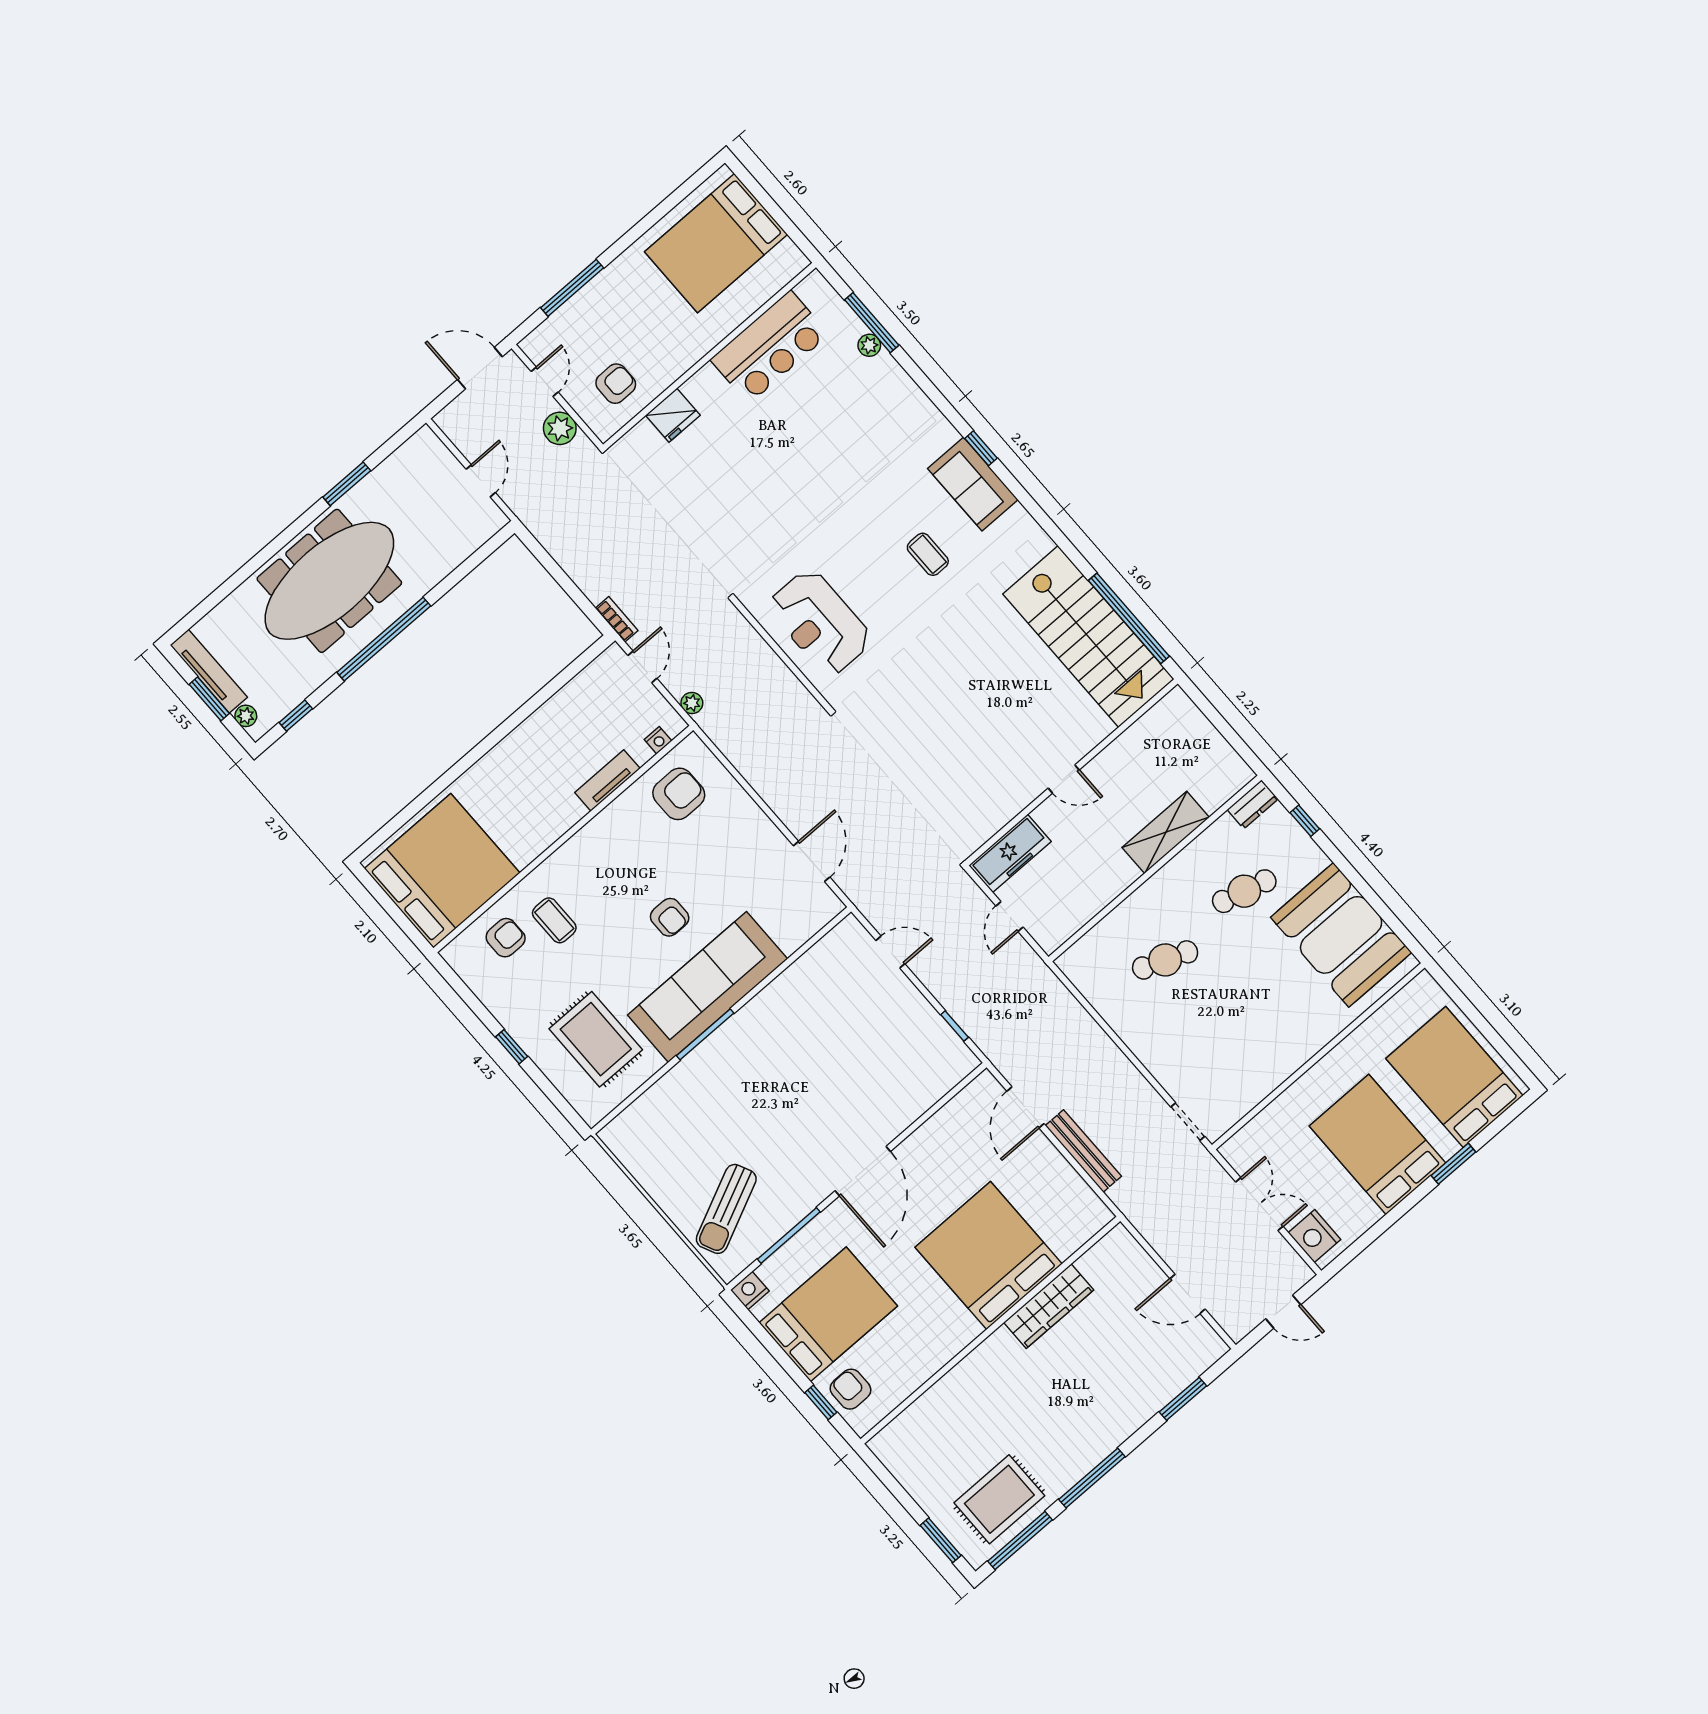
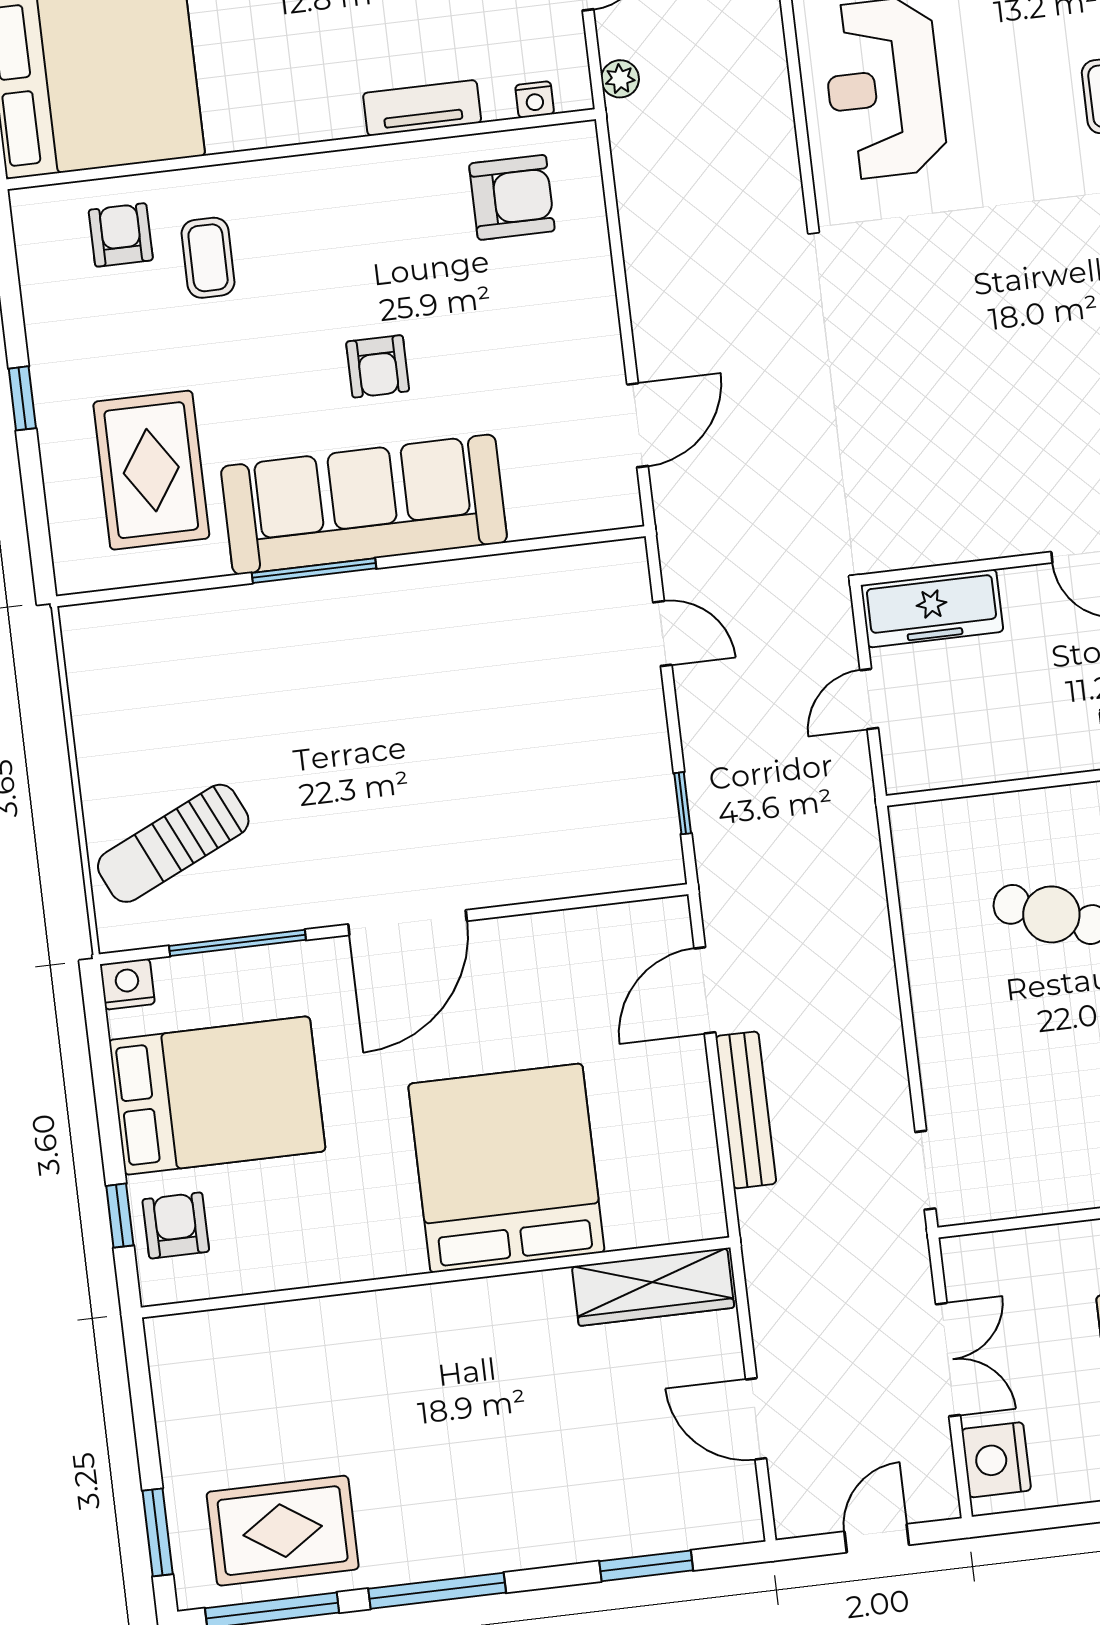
armchair: (506, 938) -> (121, 235), turned -90
wardrobe: (1049, 1306) -> (653, 1287), moved
door: (1283, 1312) -> (877, 1538), swing flipped

